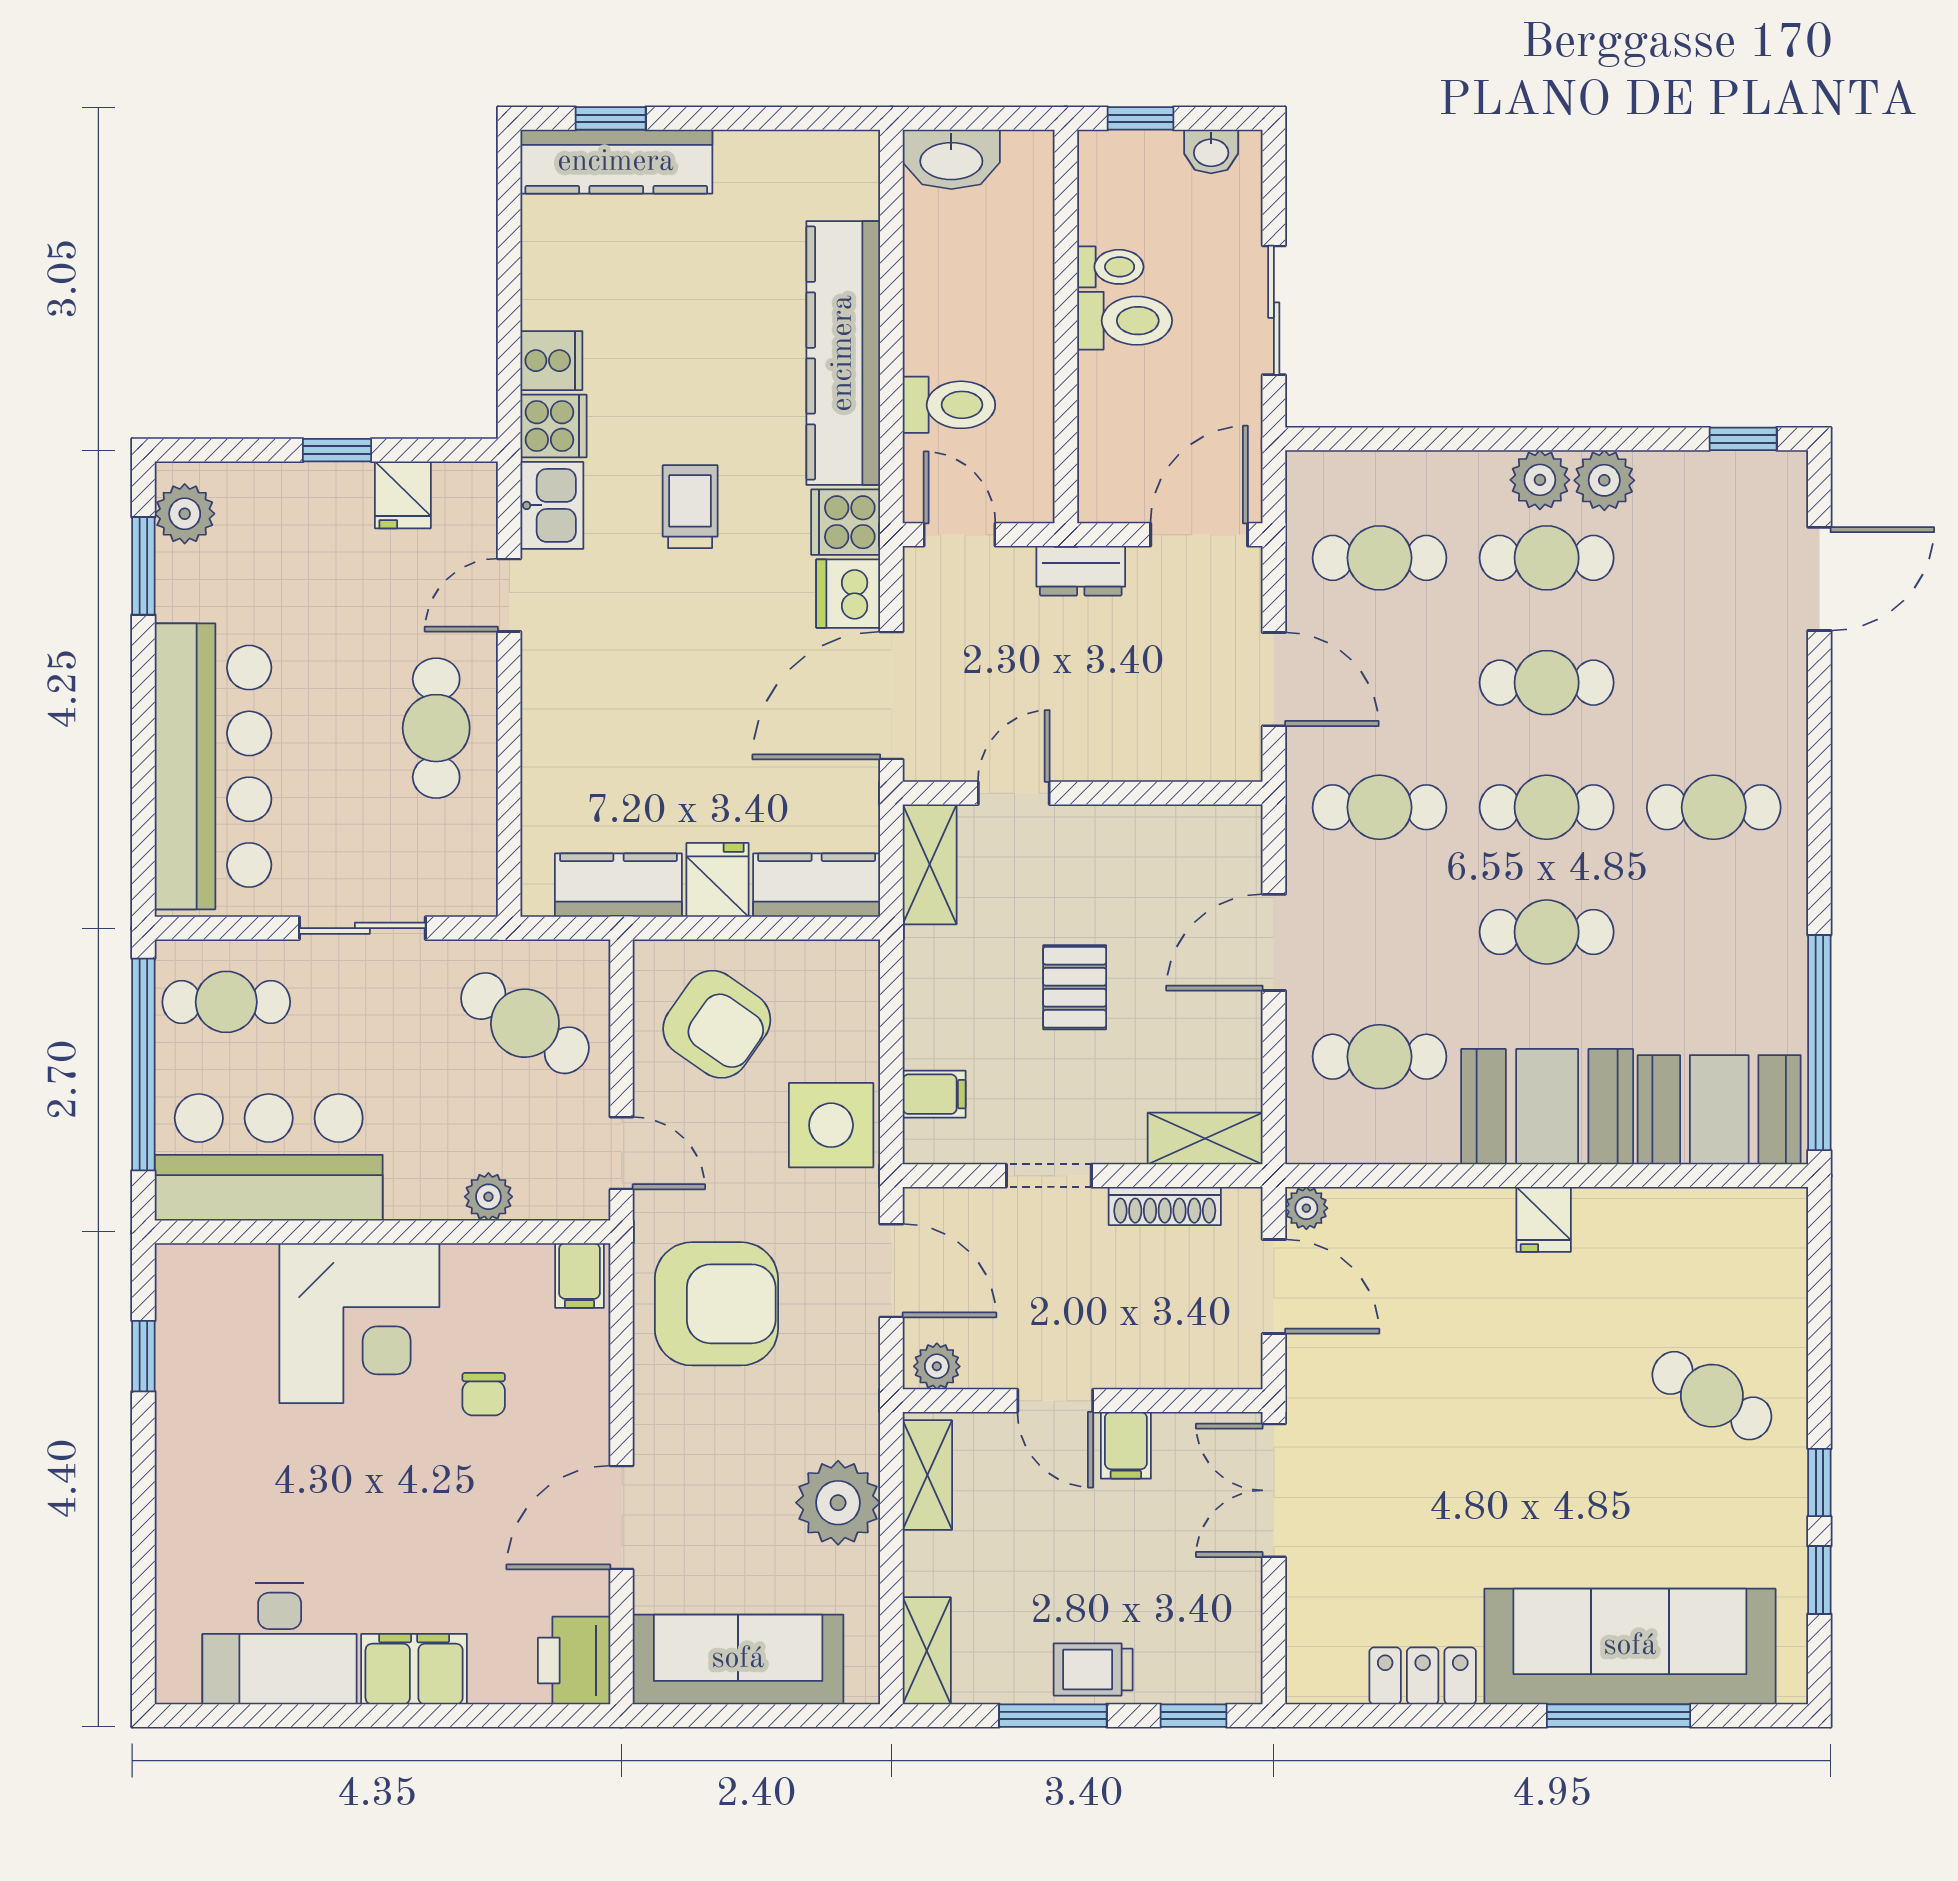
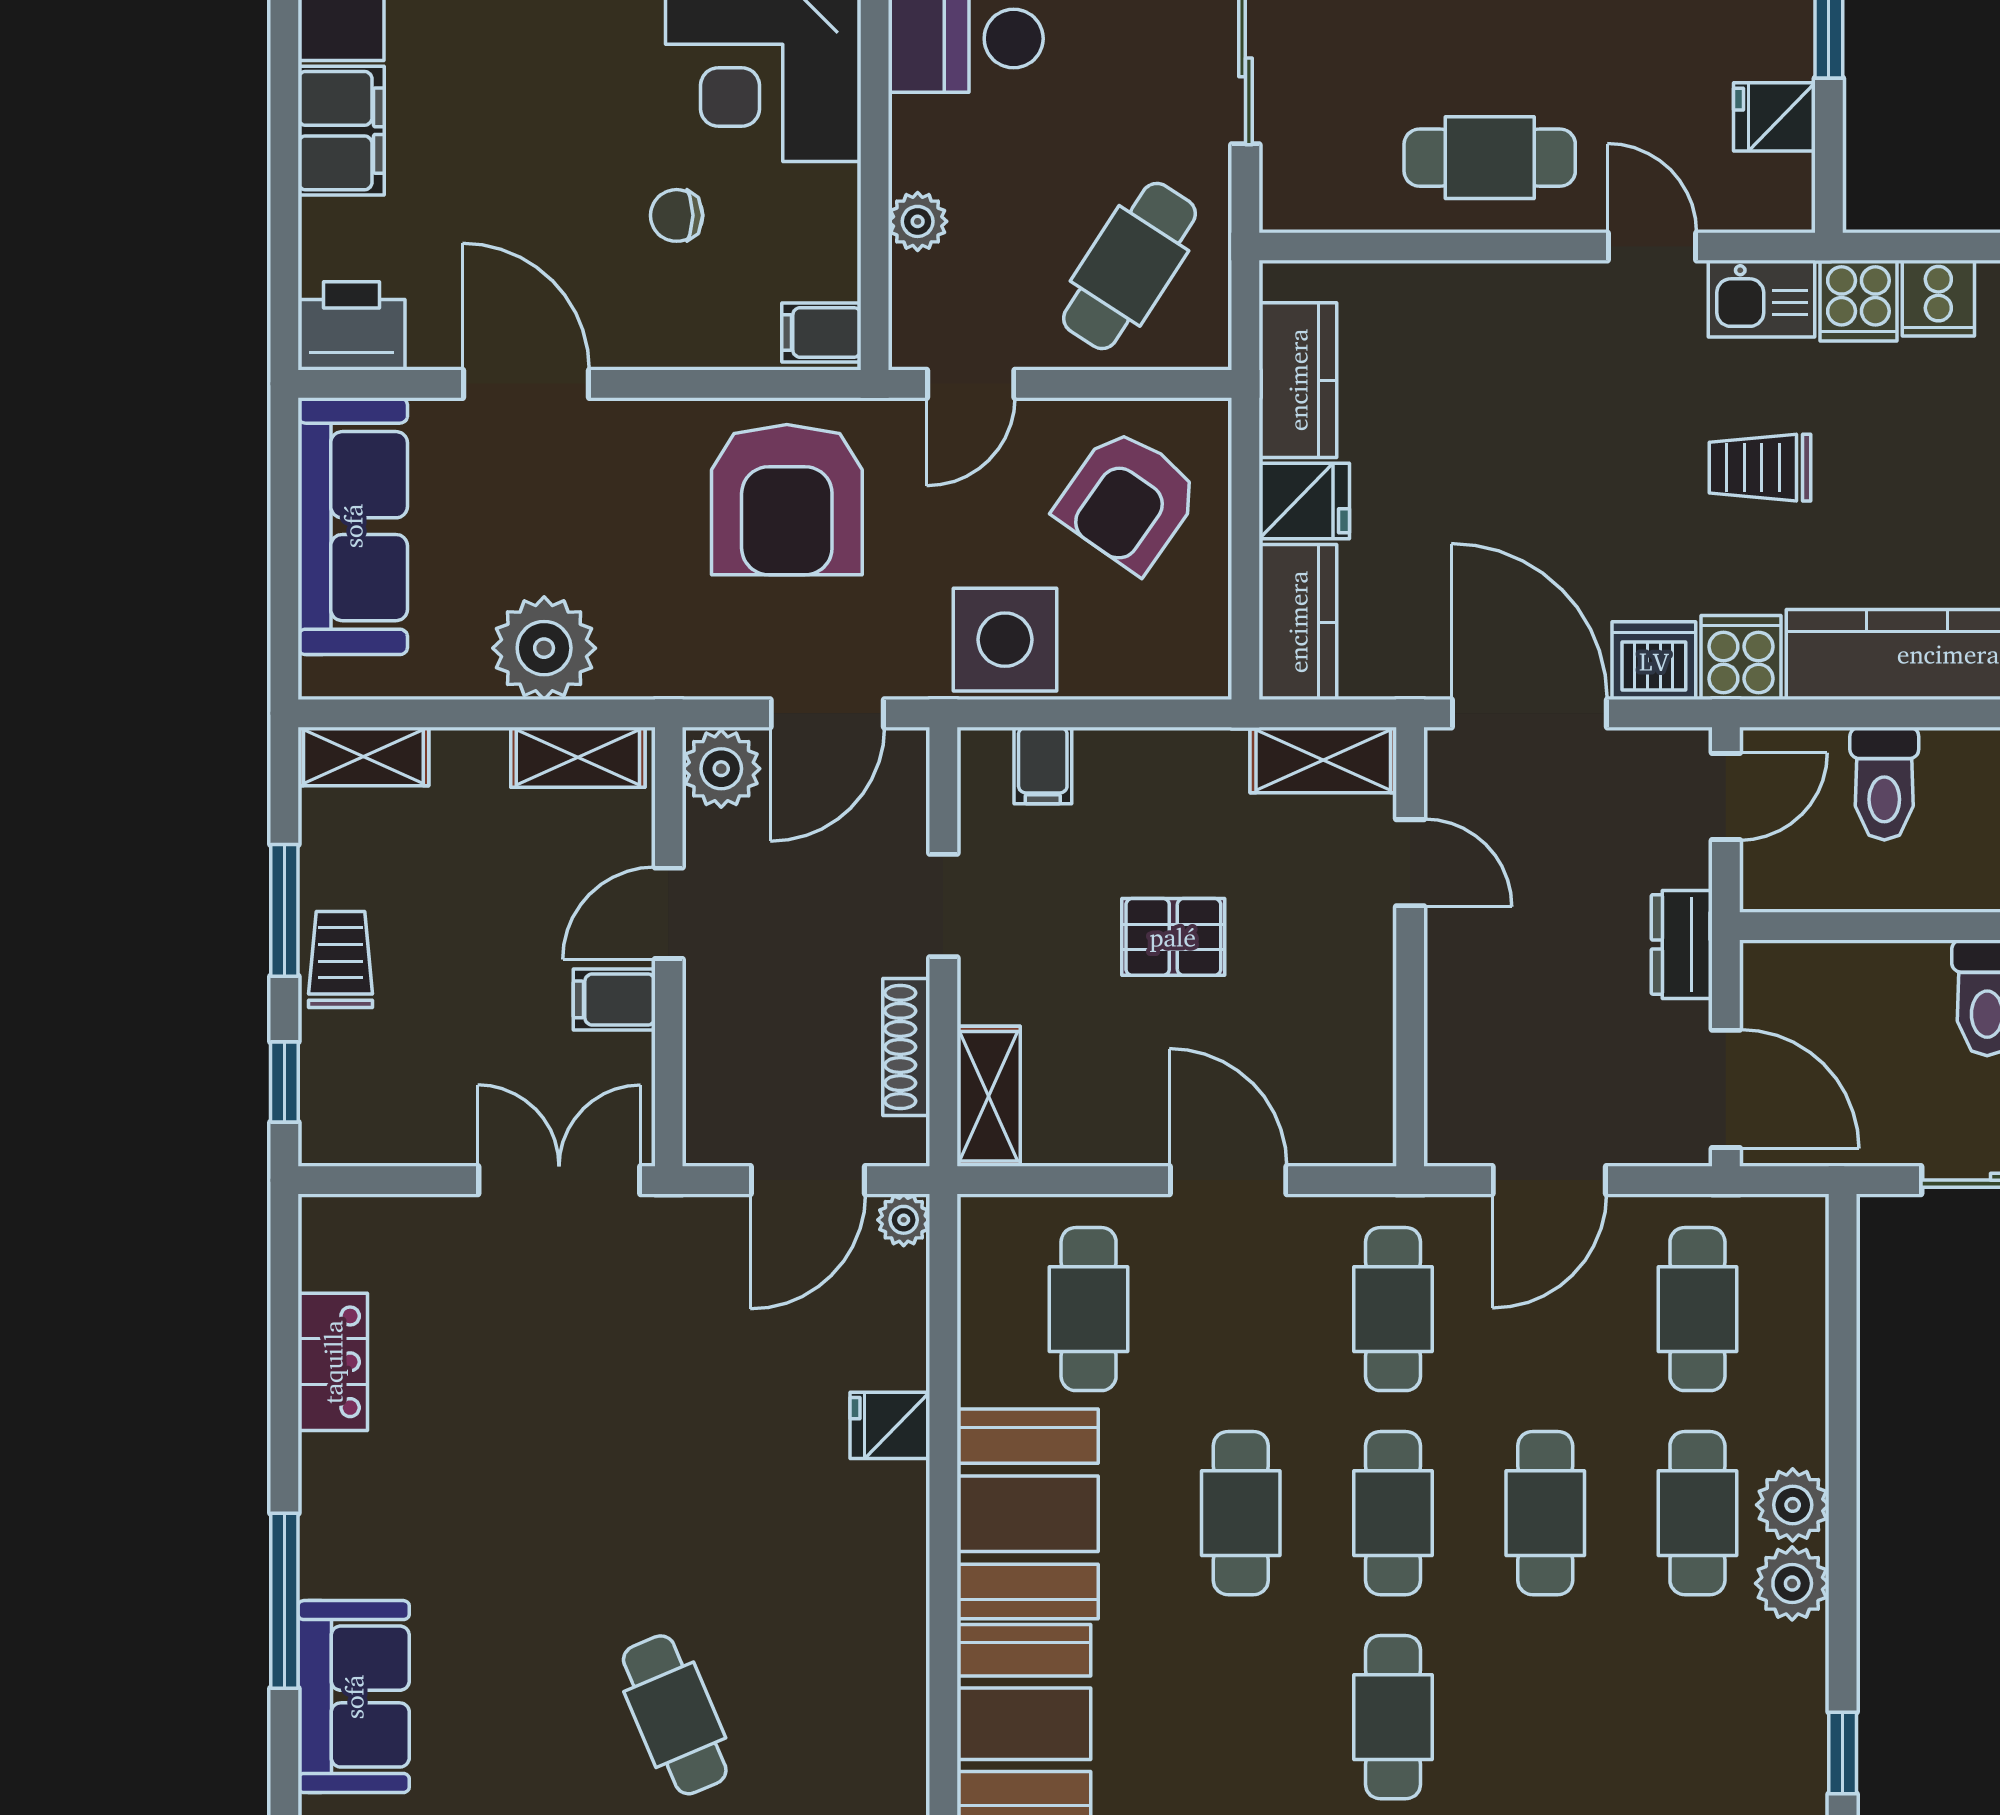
trolley: (690, 507) -> (1760, 468), turned 180
fridge: (1544, 1219) -> (890, 1425), moved
plant: (937, 1366) -> (721, 769), width x1.38, depth x1.38
cafe table: (1712, 1396) -> (675, 1715), turned -53
sofa: (1630, 1646) -> (354, 1697), width x0.54, depth x0.79

